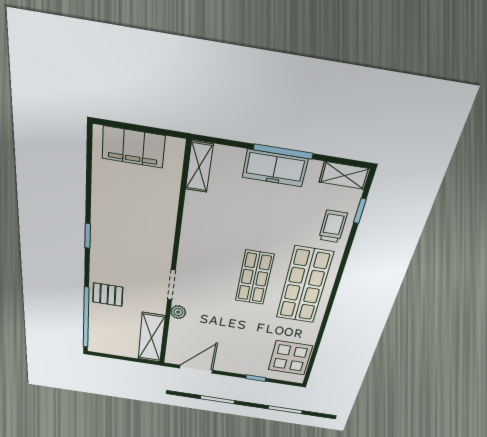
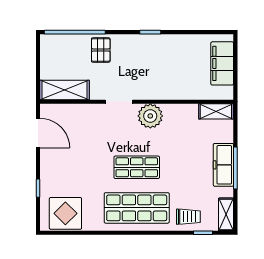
plant: (178, 312) -> (150, 116), moved, width x1.88, depth x1.88

